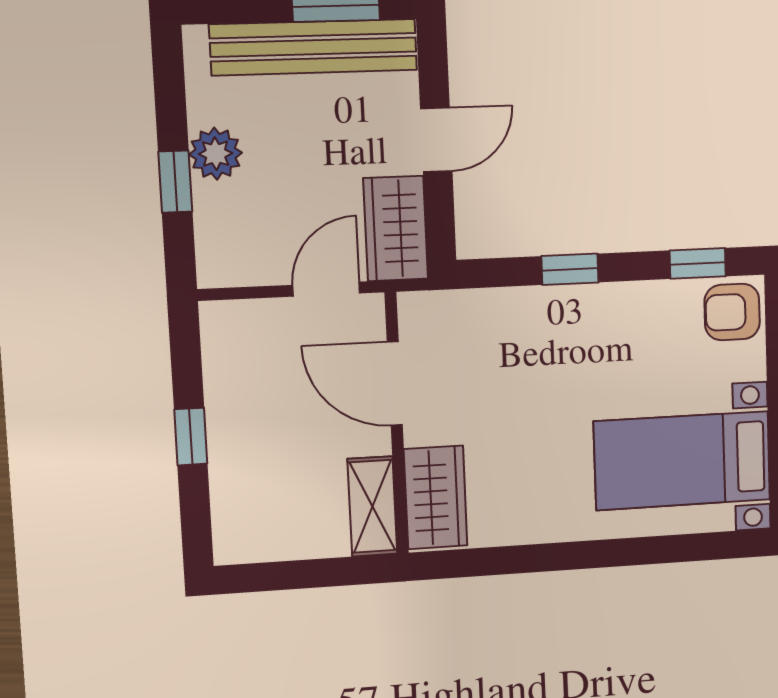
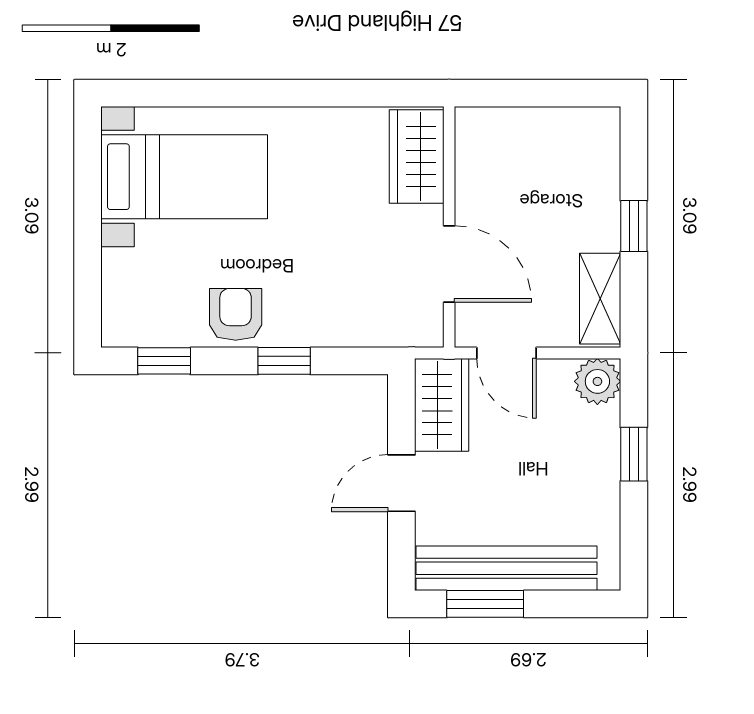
plant: (216, 154) -> (597, 381), moved
door: (326, 289) -> (506, 353), hinge flipped
armchair: (732, 312) -> (236, 314), moved, turned -90
shelving: (372, 506) -> (600, 299), moved

